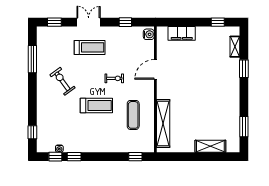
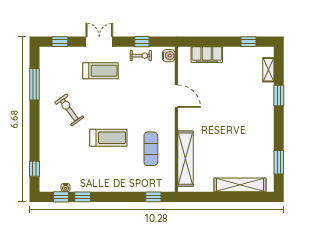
door: (155, 69) -> (176, 96), swing flipped
exercise bike: (114, 78) -> (141, 56), moved
shelving: (210, 146) -> (240, 185), width x1.47

